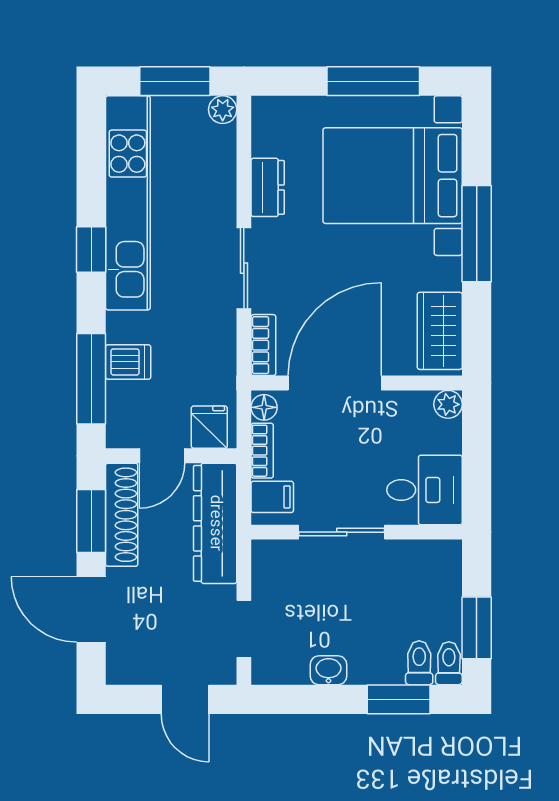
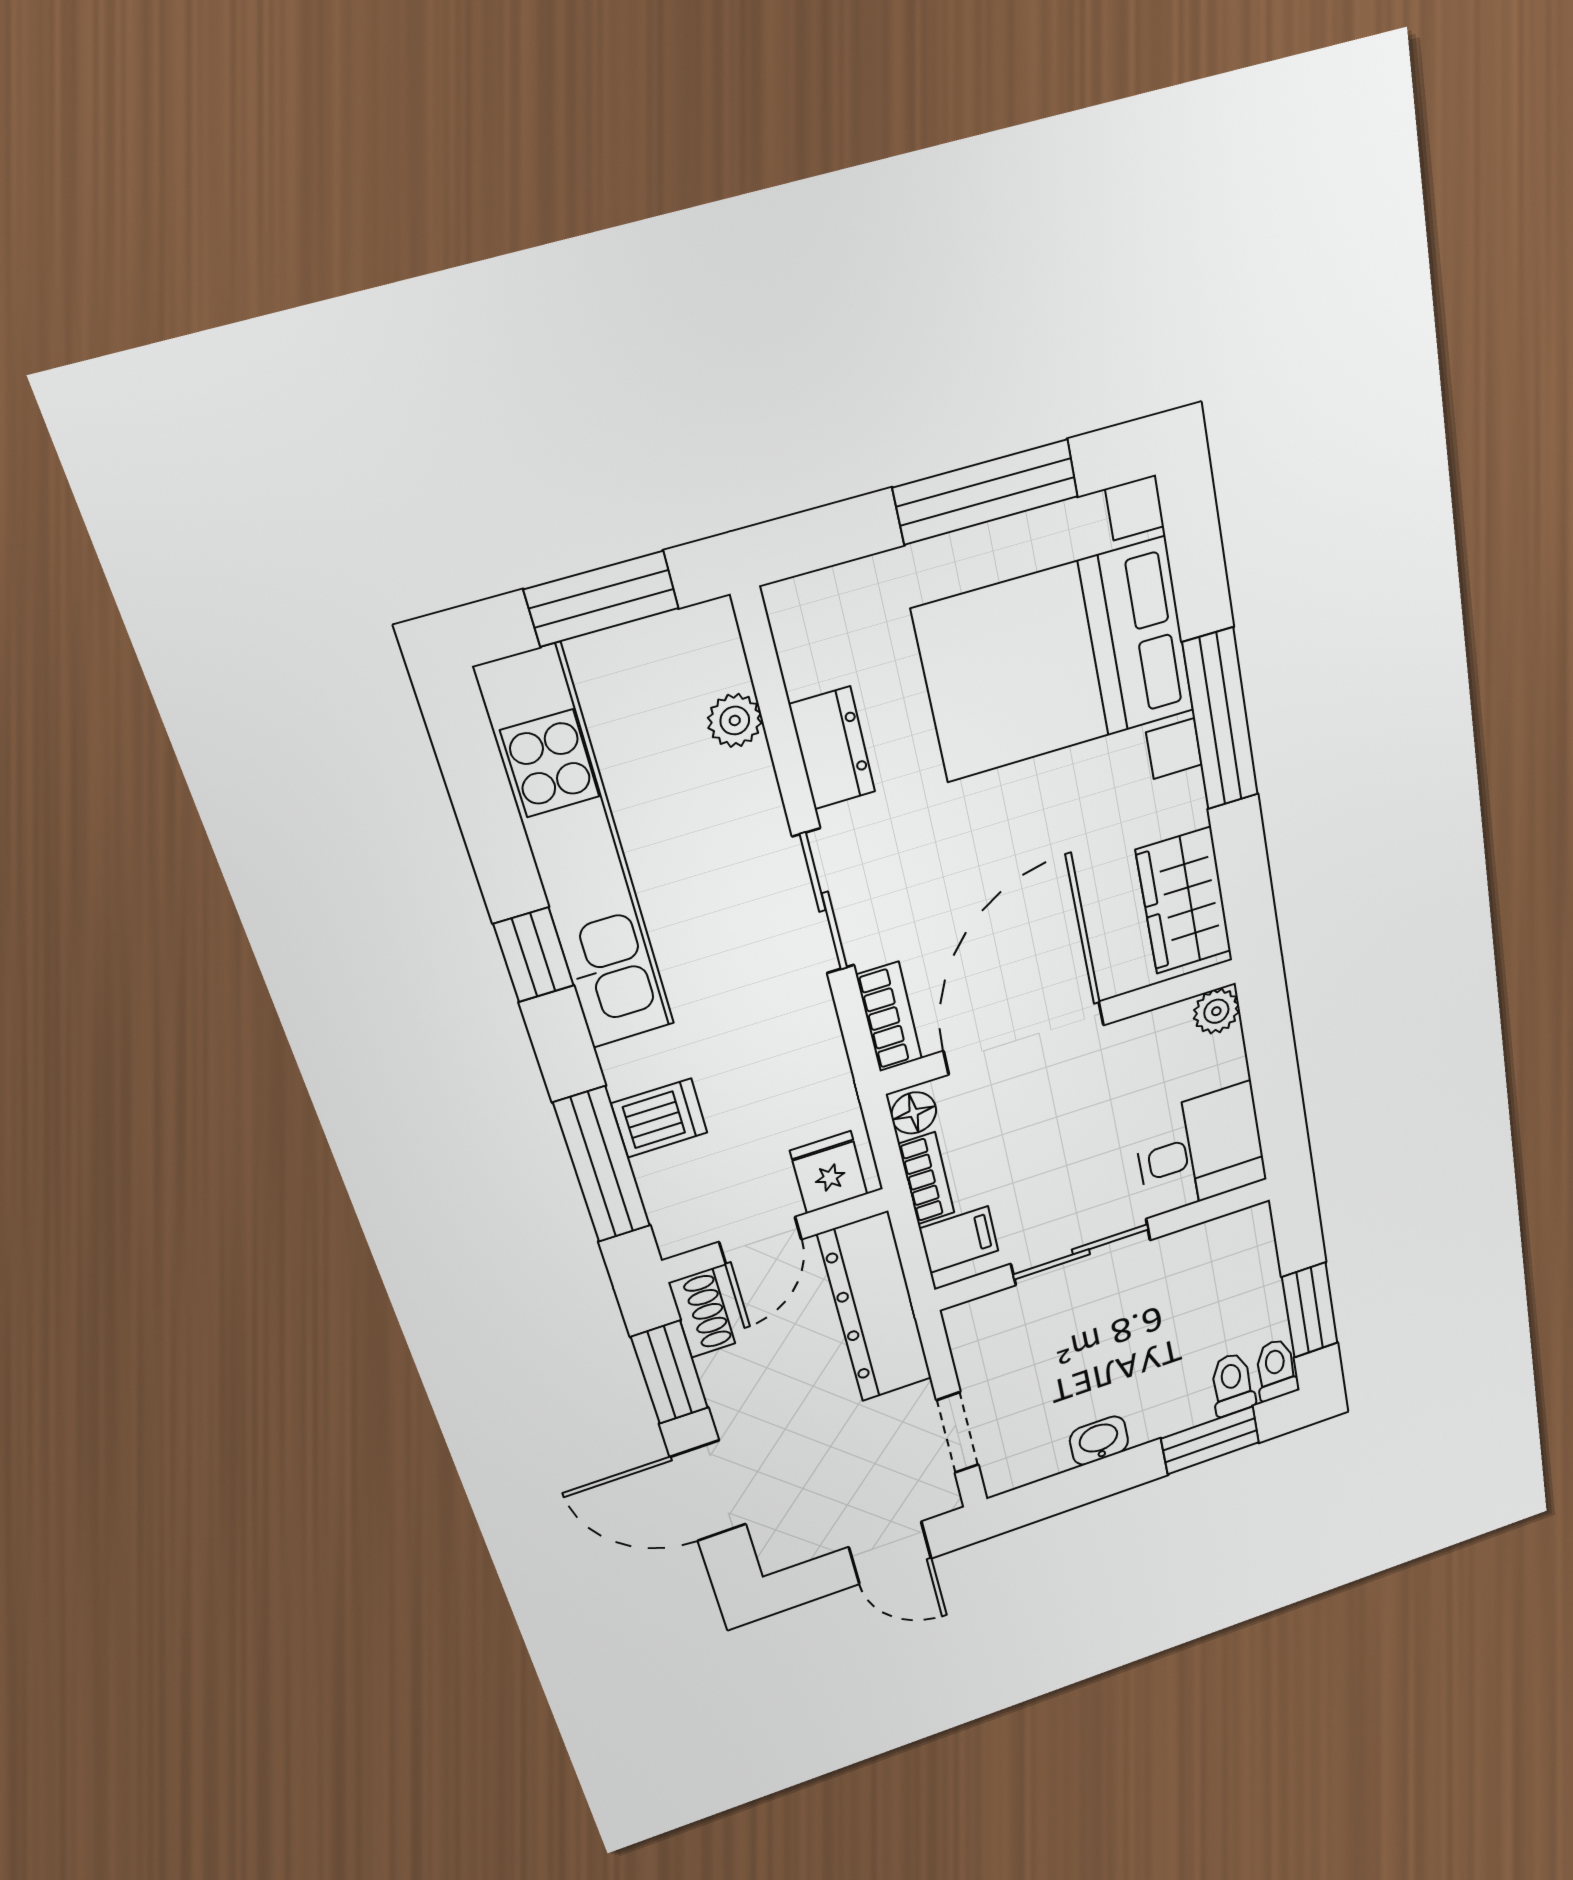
plant: (223, 110) -> (735, 720), moved
shoe rack: (122, 515) -> (702, 1313), width x0.51, depth x0.81

